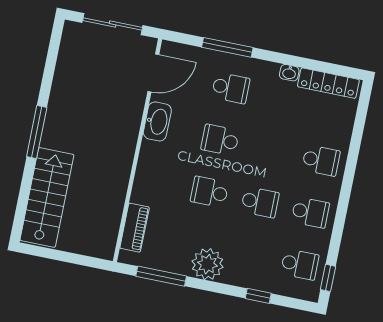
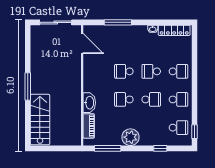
door: (153, 73) -> (82, 44), hinge flipped
school desk: (231, 88) -> (151, 71), moved, turned 180
washbasin: (157, 121) -> (89, 103), moved

